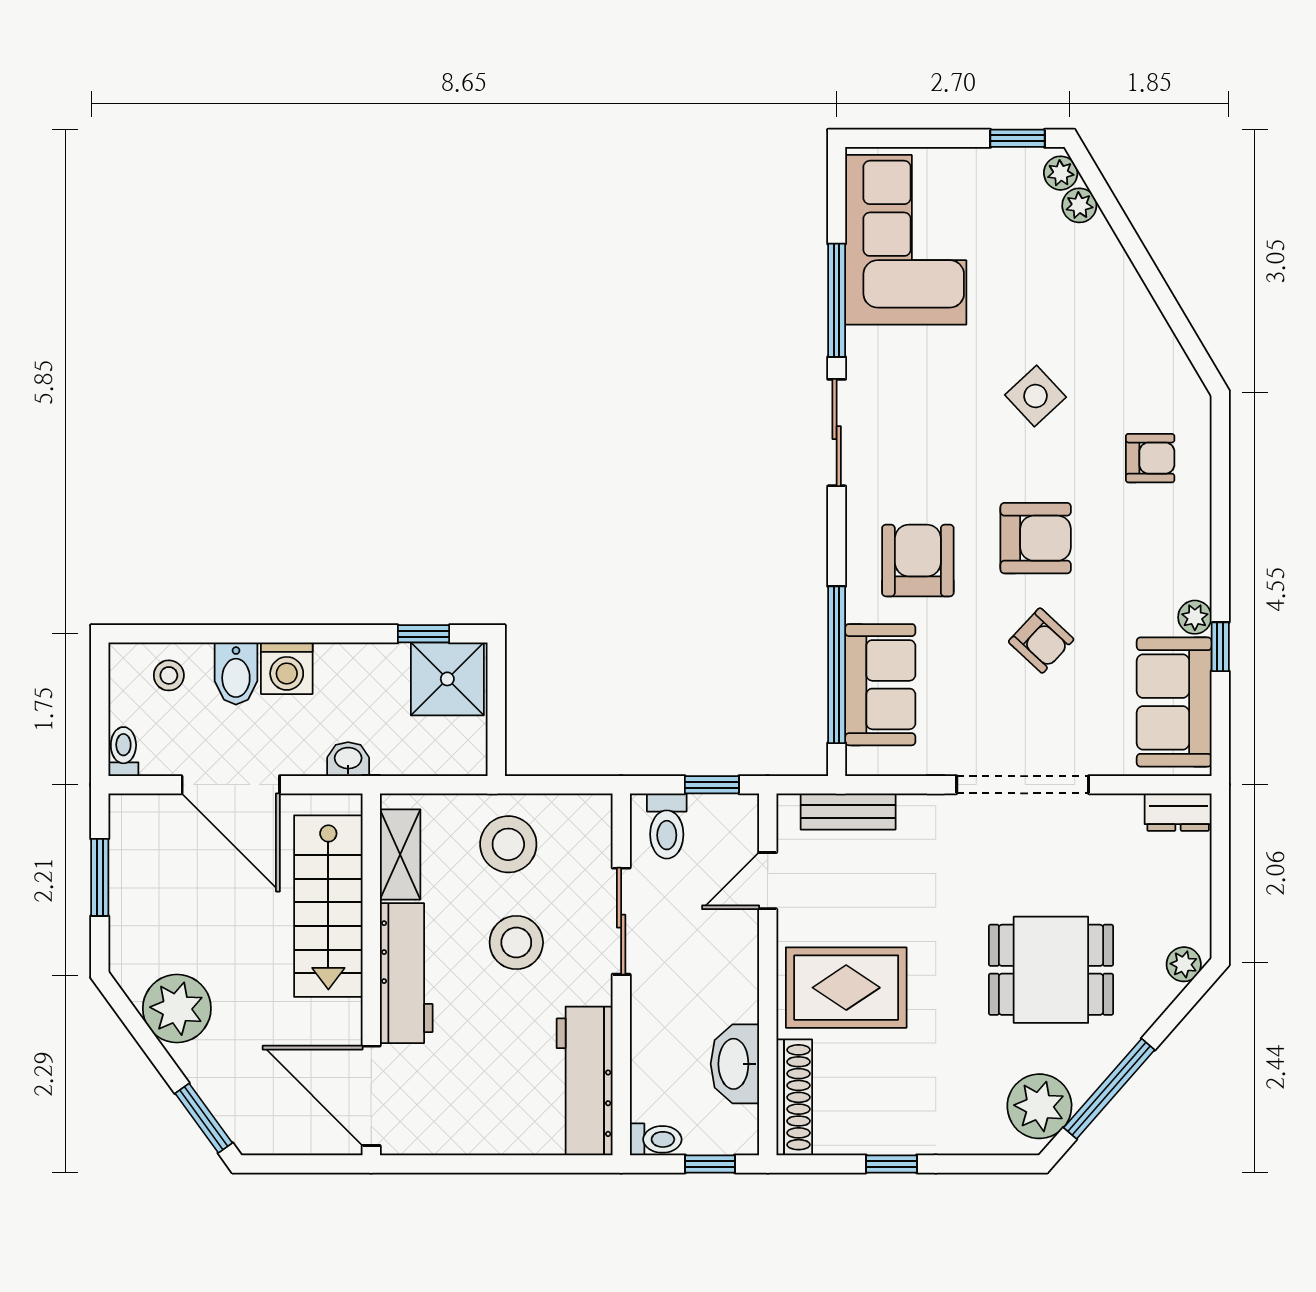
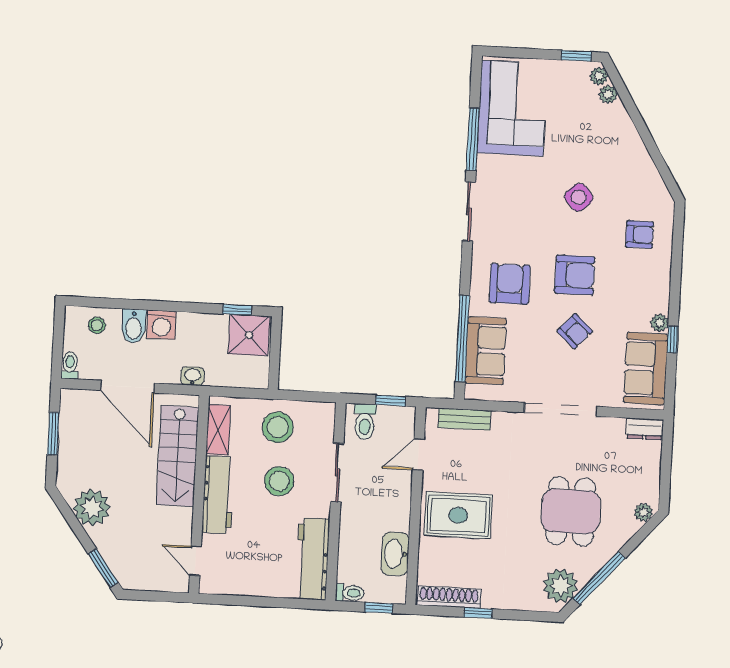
dining table: (1051, 970) -> (571, 511), turned 90
door: (371, 1096) -> (195, 561), width x0.53
shoe rack: (794, 1097) -> (449, 597), moved, turned -90

